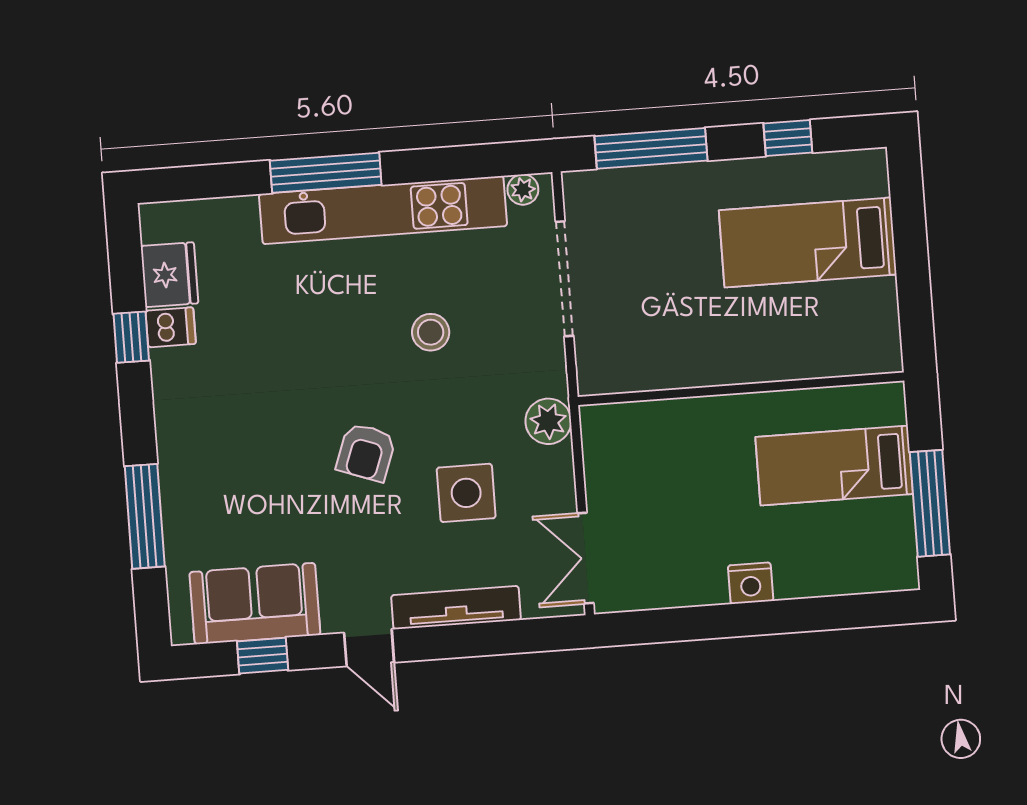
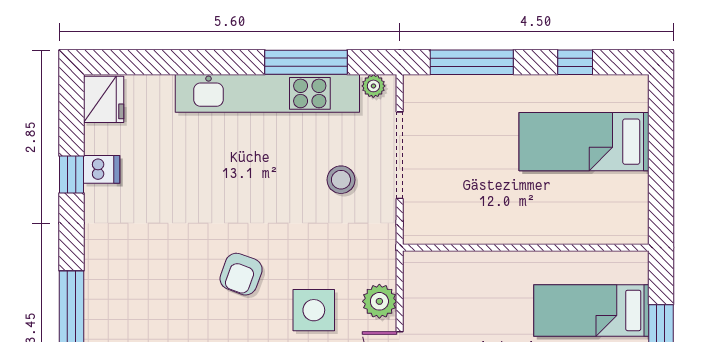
window: (326, 173) -> (306, 62), moved
fridge: (169, 275) -> (104, 99), moved
stool: (431, 332) -> (341, 180), moved
plant: (548, 421) -> (379, 301), moved

